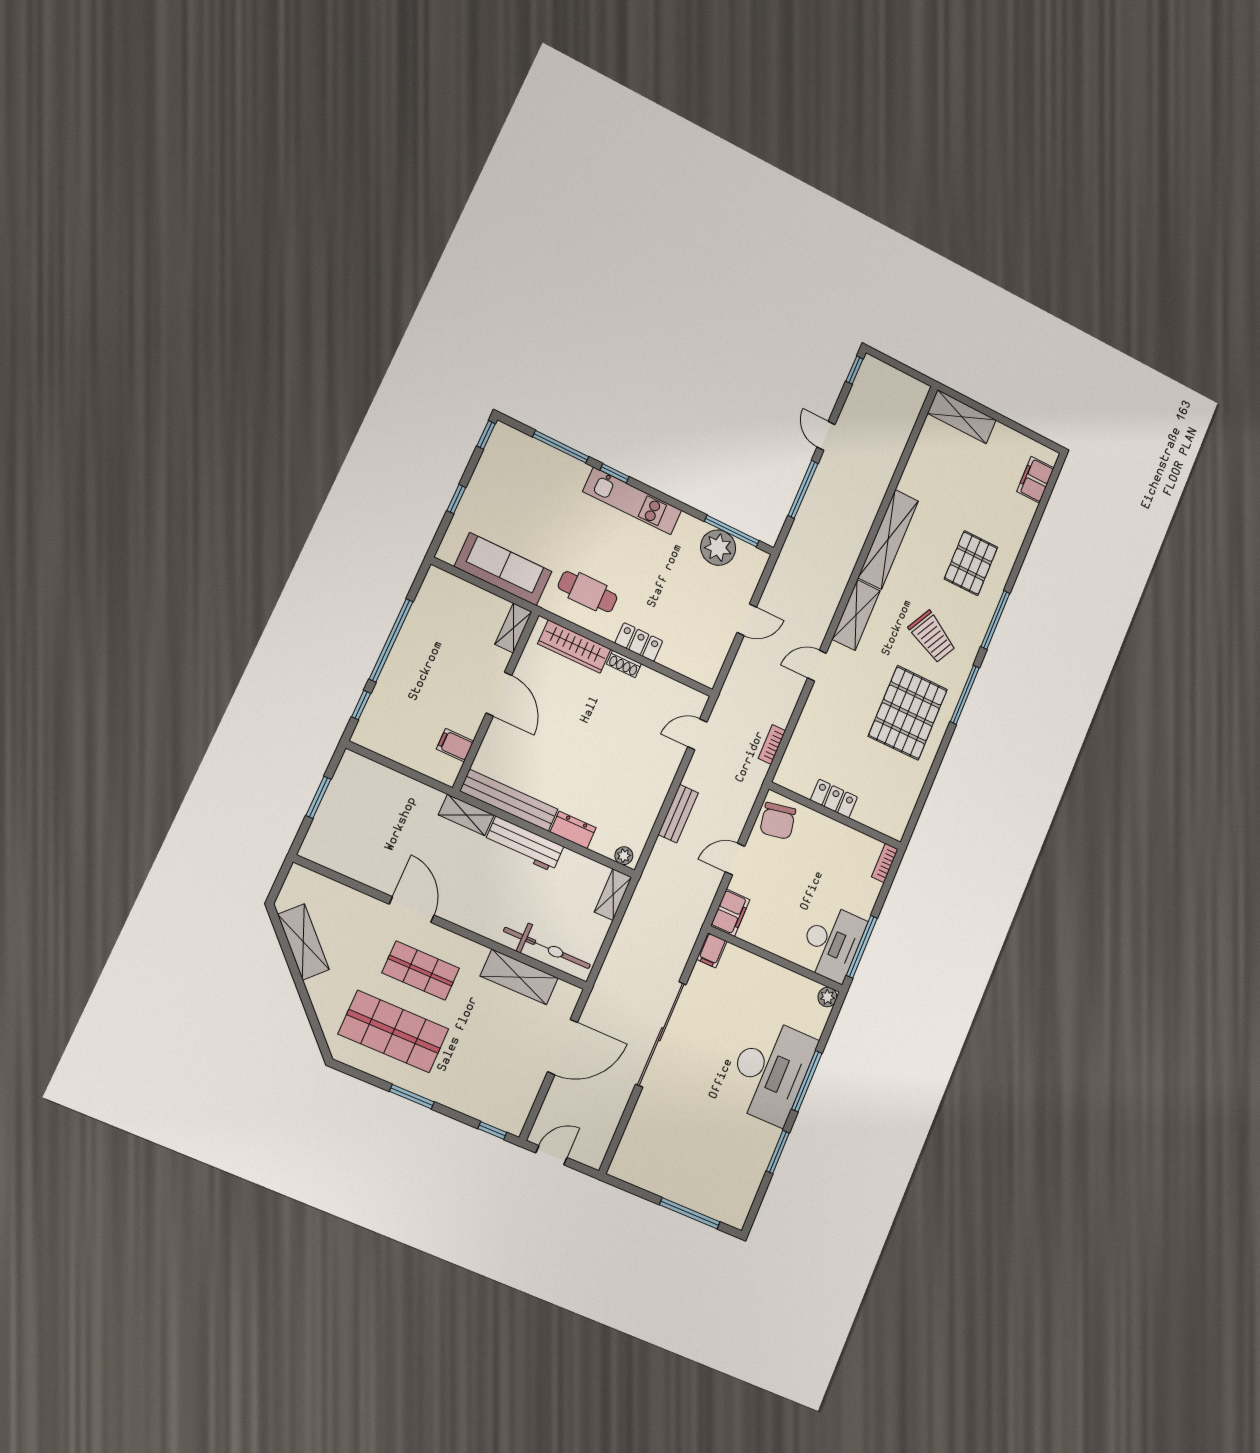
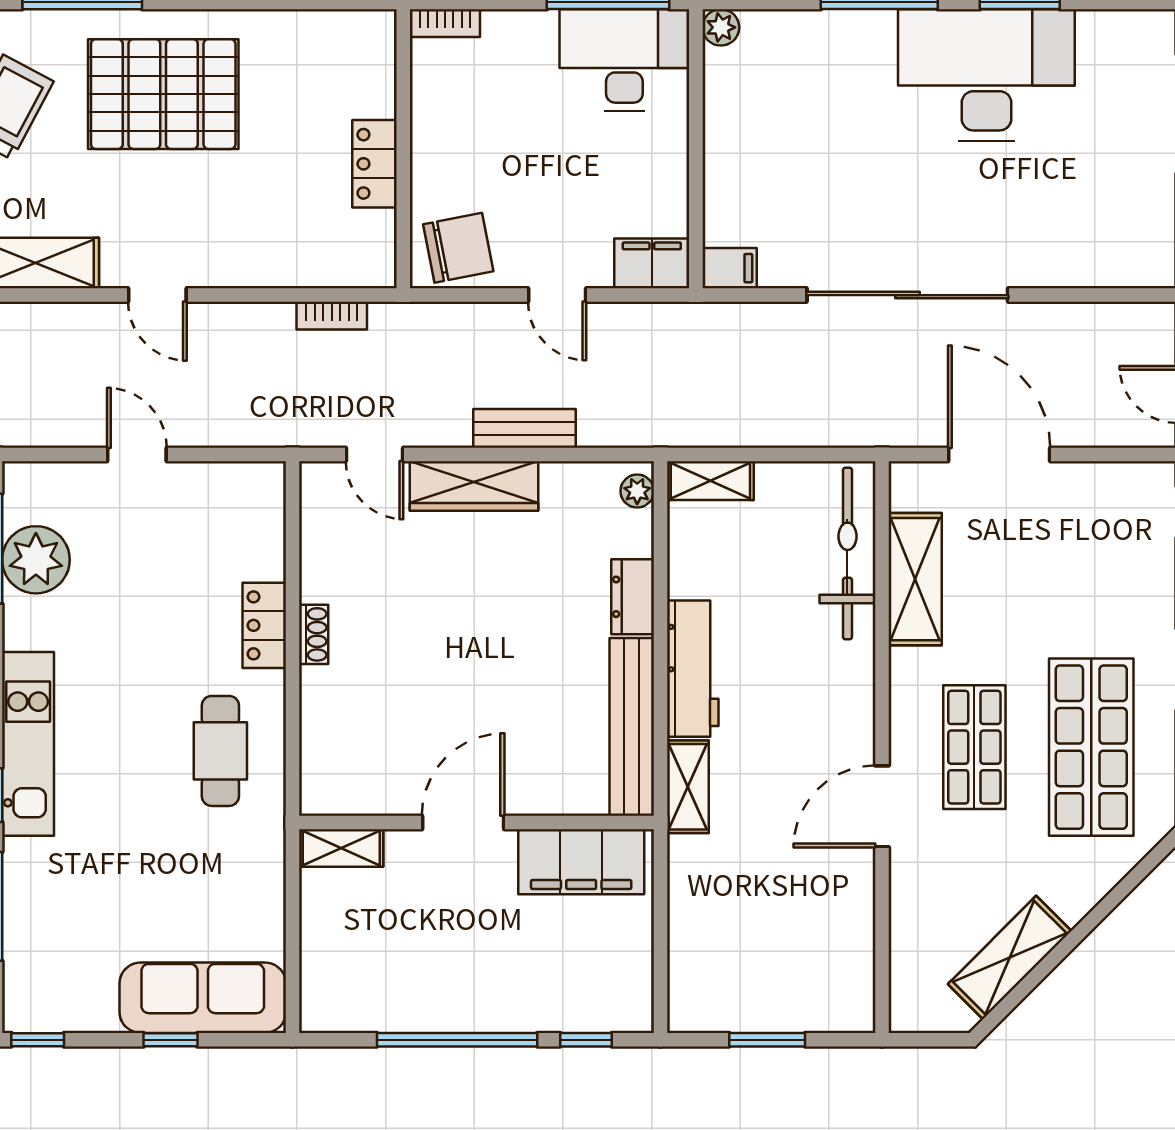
sofa: (503, 569) -> (203, 998), moved, turned 90
wardrobe: (574, 647) -> (474, 486), moved, turned 90
filing cabinet: (455, 745) -> (581, 862), width x3.00, depth x1.17
desk: (770, 1071) -> (986, 75), moved

